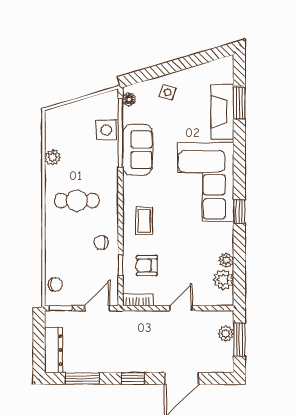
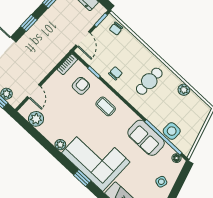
window: (239, 211) -> (82, 178), moved
plant: (226, 260) -> (60, 145), moved
door: (181, 308) -> (34, 91), moved

